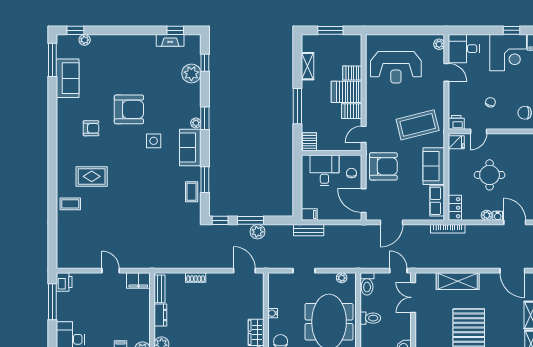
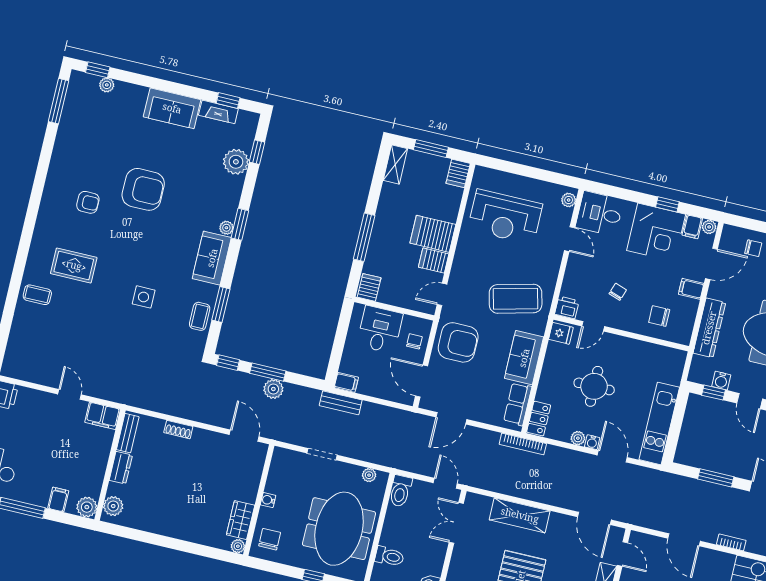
shelving: (307, 66) -> (395, 165), moved
server rack: (352, 73) -> (458, 173), moved, turned -90
sofa: (68, 78) -> (172, 108), moved, turned 90
side table: (154, 141) -> (144, 297), moved
toilet: (370, 318) -> (389, 556), moved

